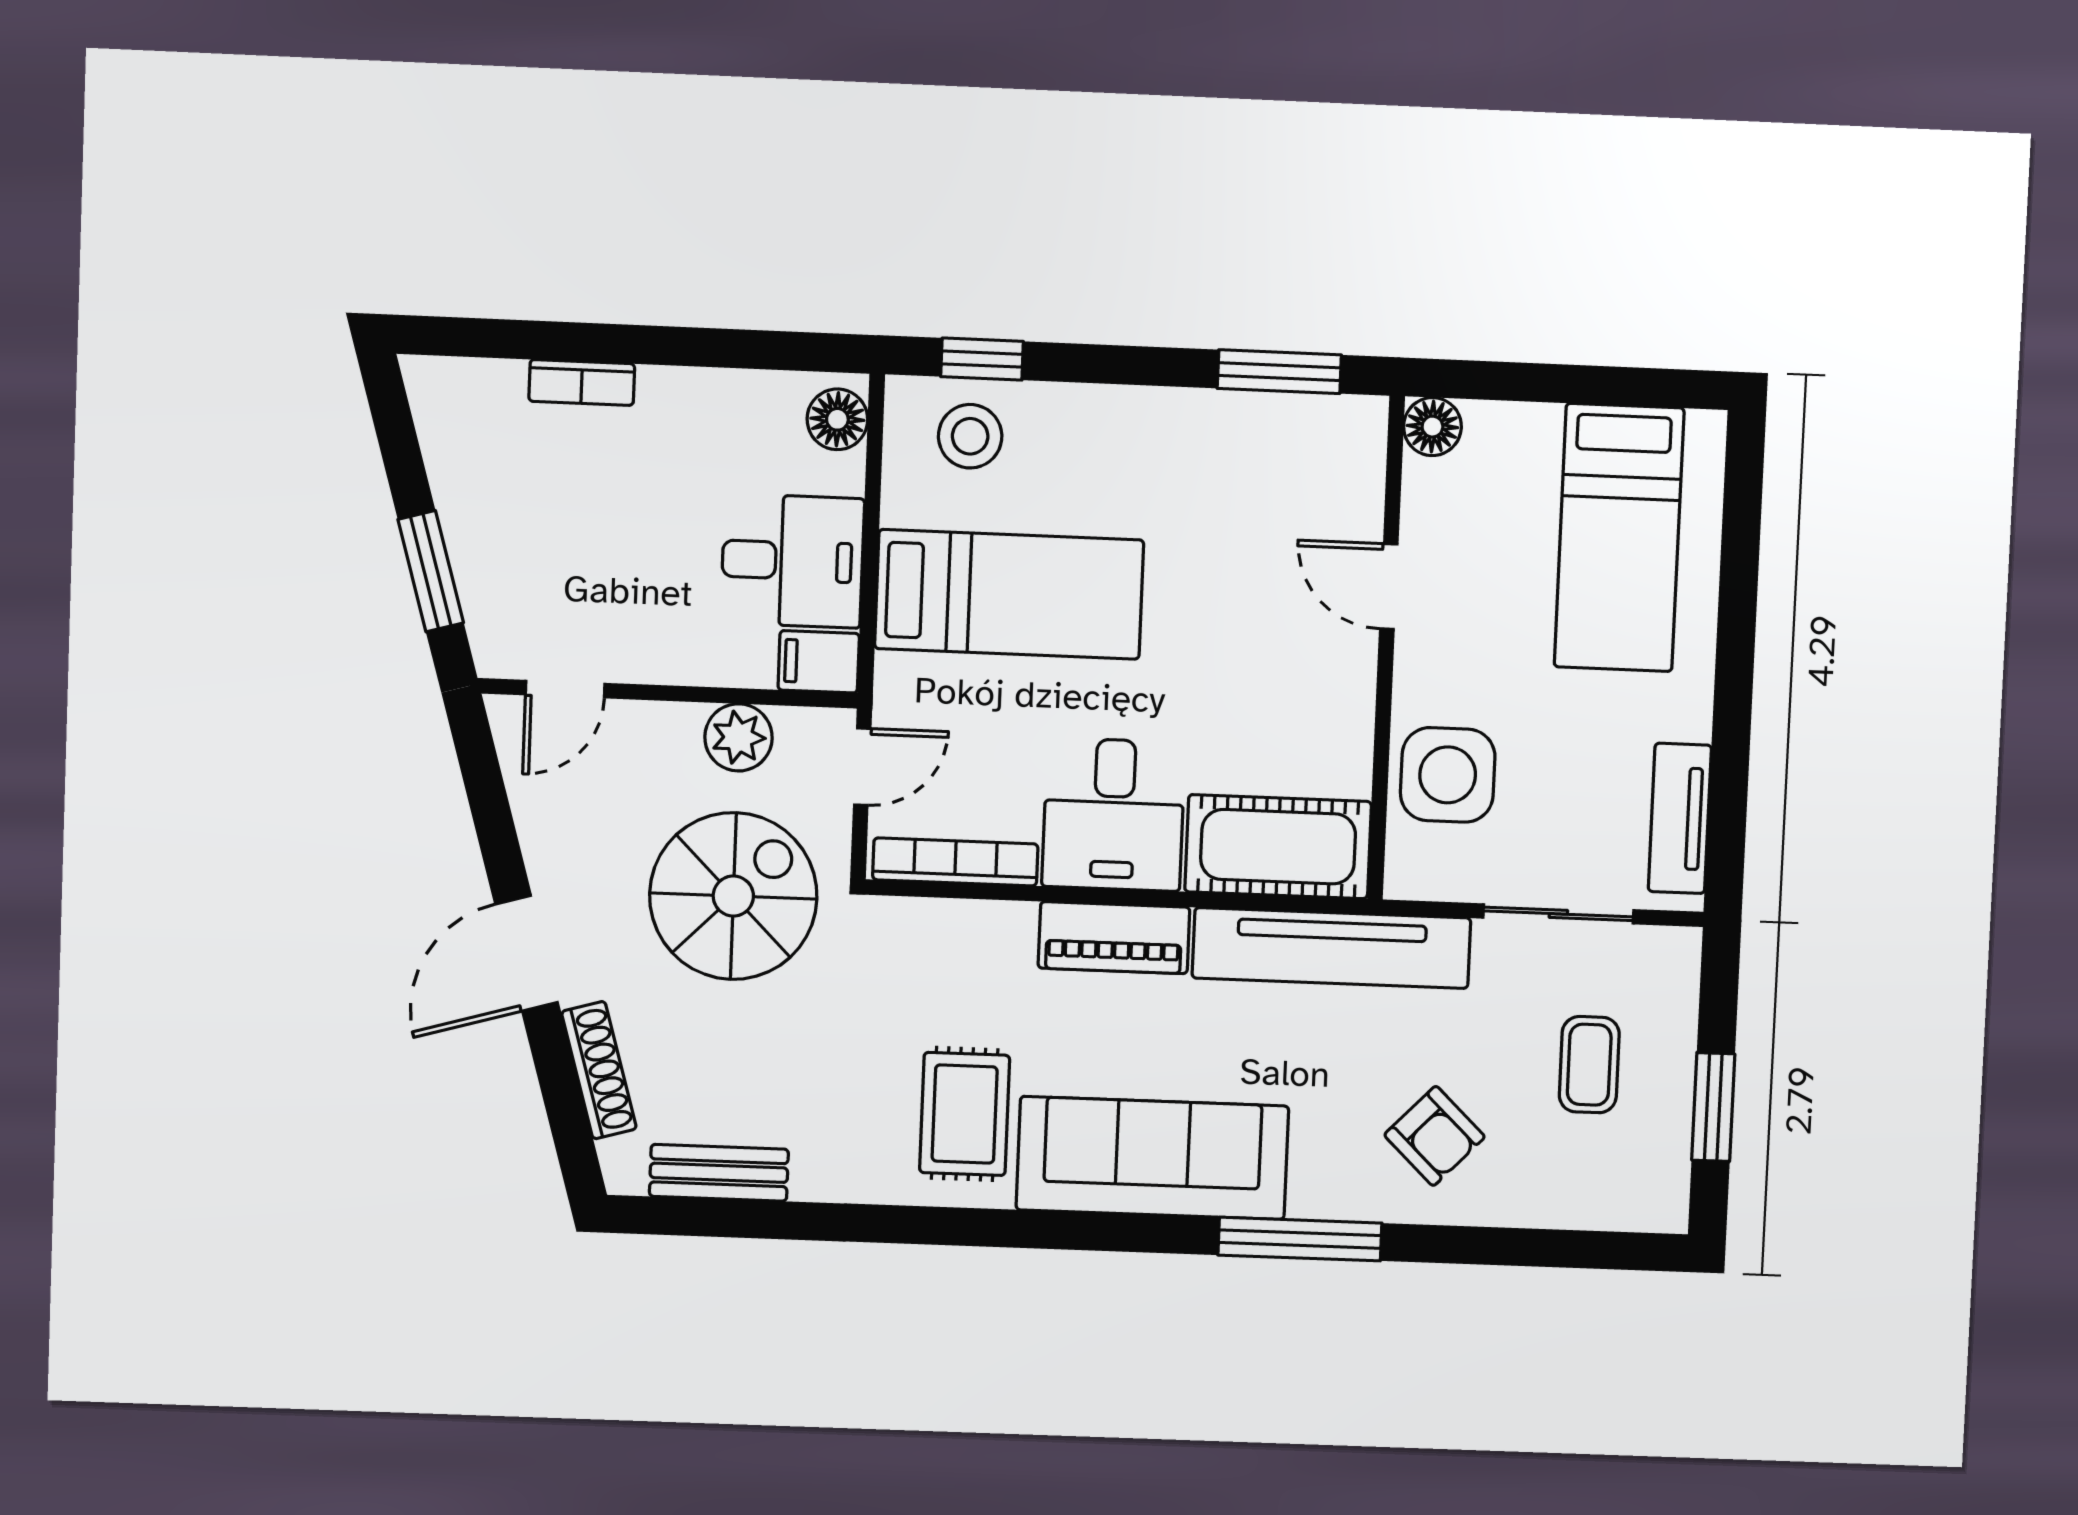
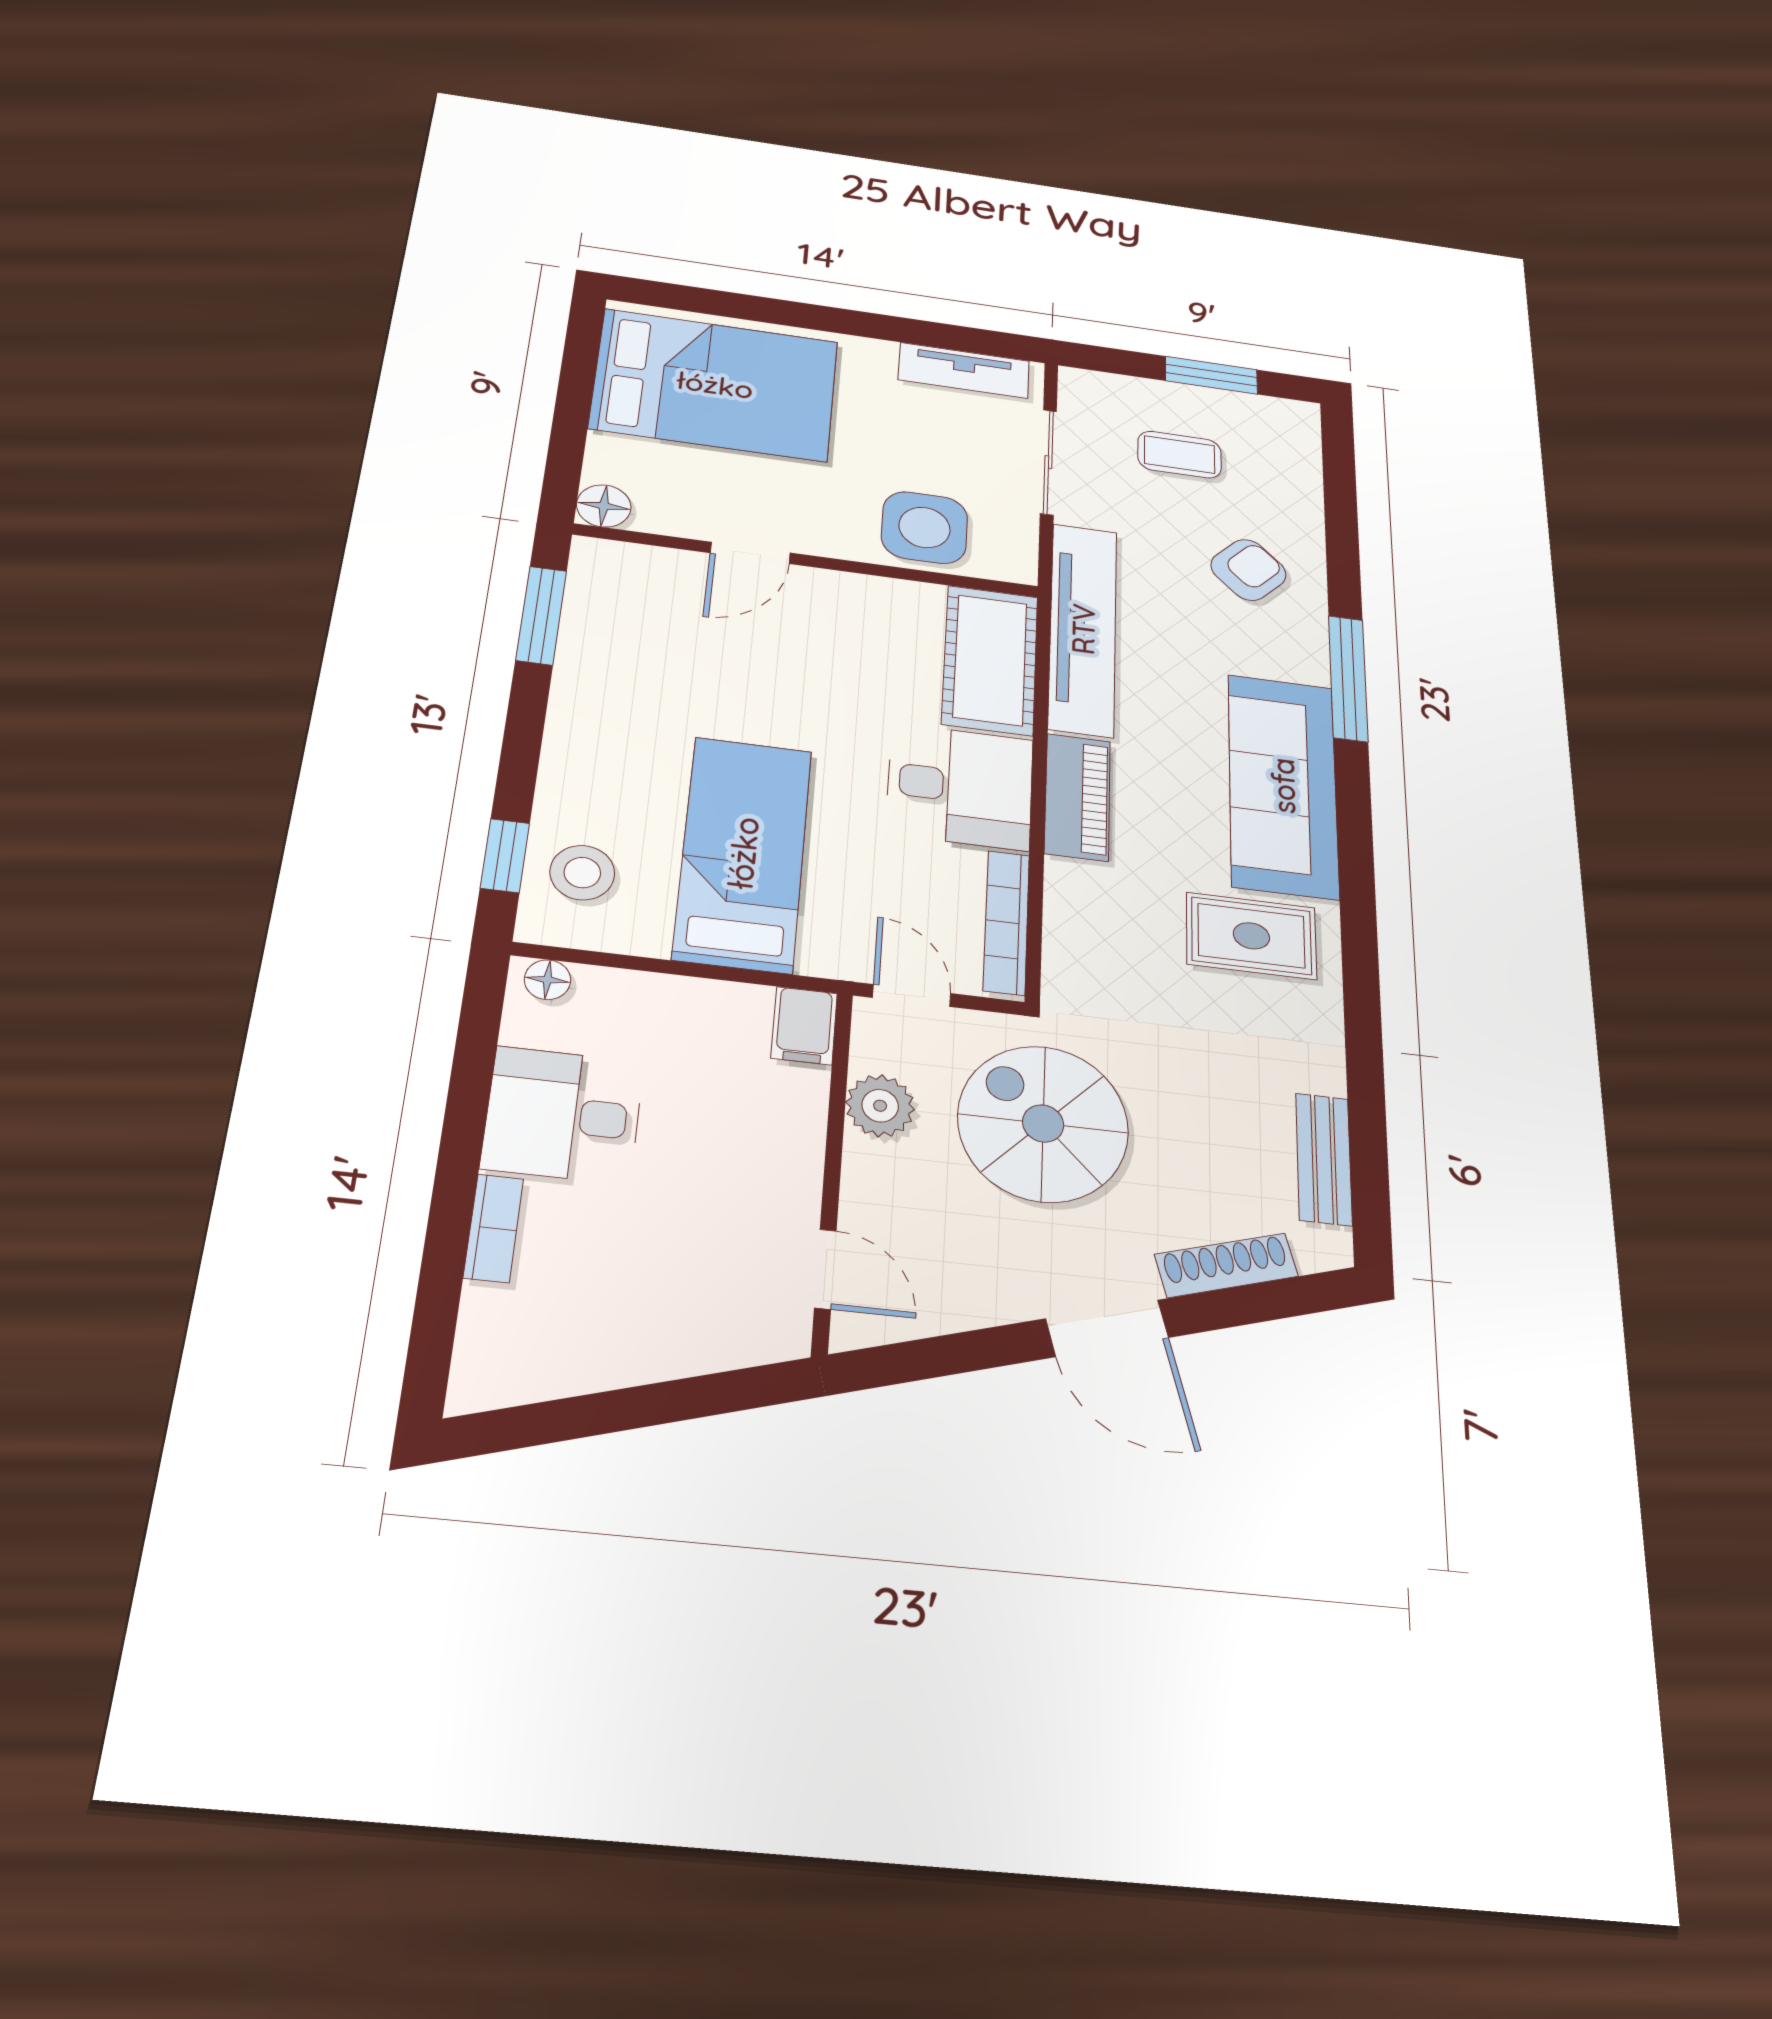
floor lamp: (837, 419) -> (547, 980), width x0.73, depth x0.73
bed: (1619, 538) -> (715, 385), width x1.50
desk: (792, 561) -> (563, 1115), moved, turned -90
window: (431, 571) -> (691, 1398), removed

